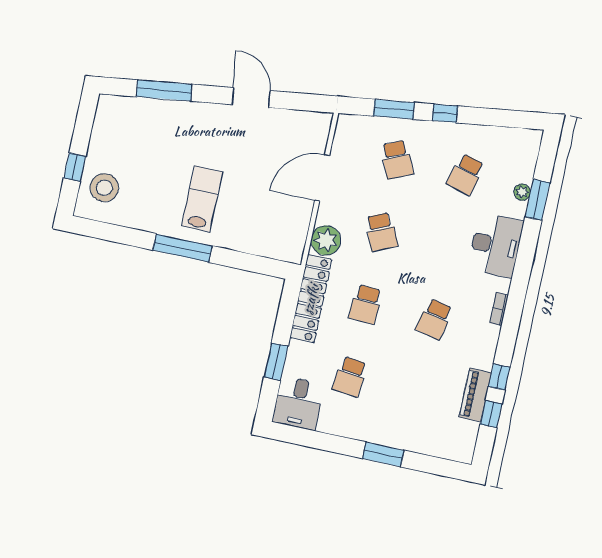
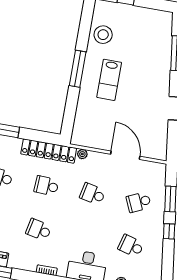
stool: (104, 188) -> (103, 35), moved
lab bench: (202, 199) -> (109, 80), turned 90
school desk: (381, 232) -> (93, 194), turned 36
plant: (326, 240) -> (82, 154), width x0.53, depth x0.53

